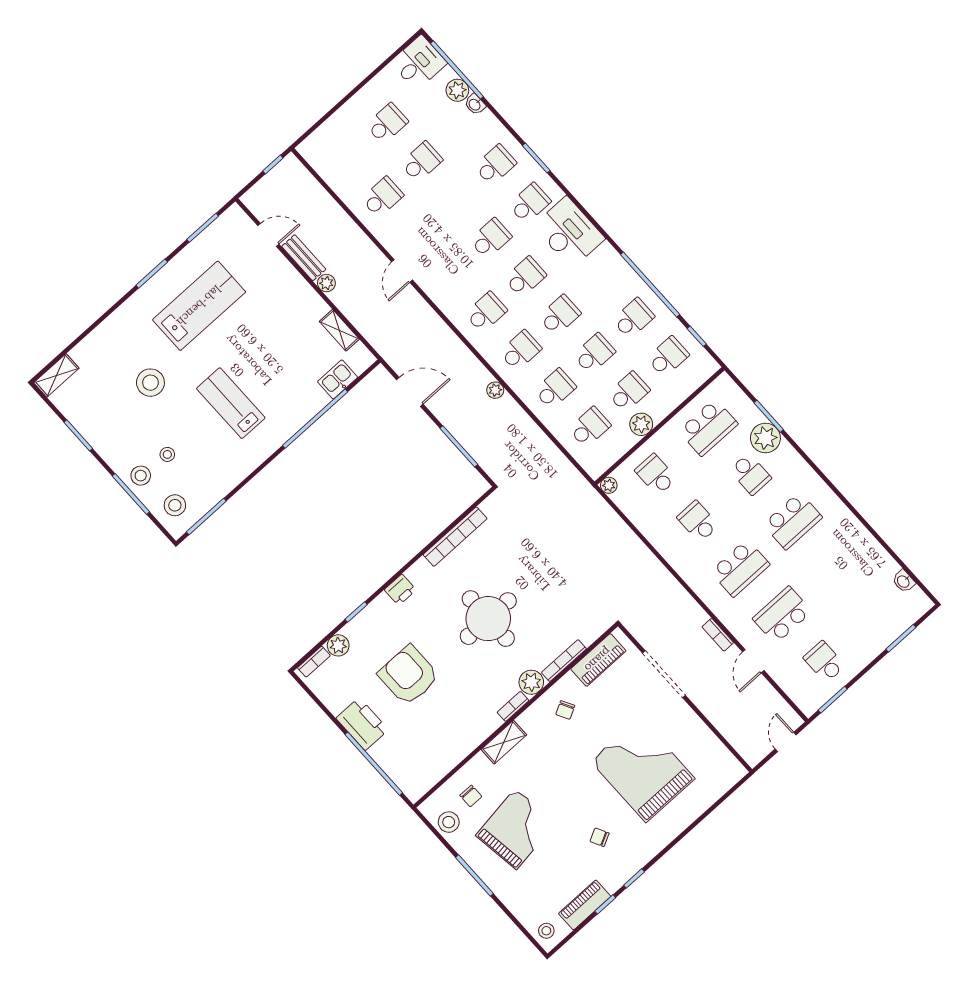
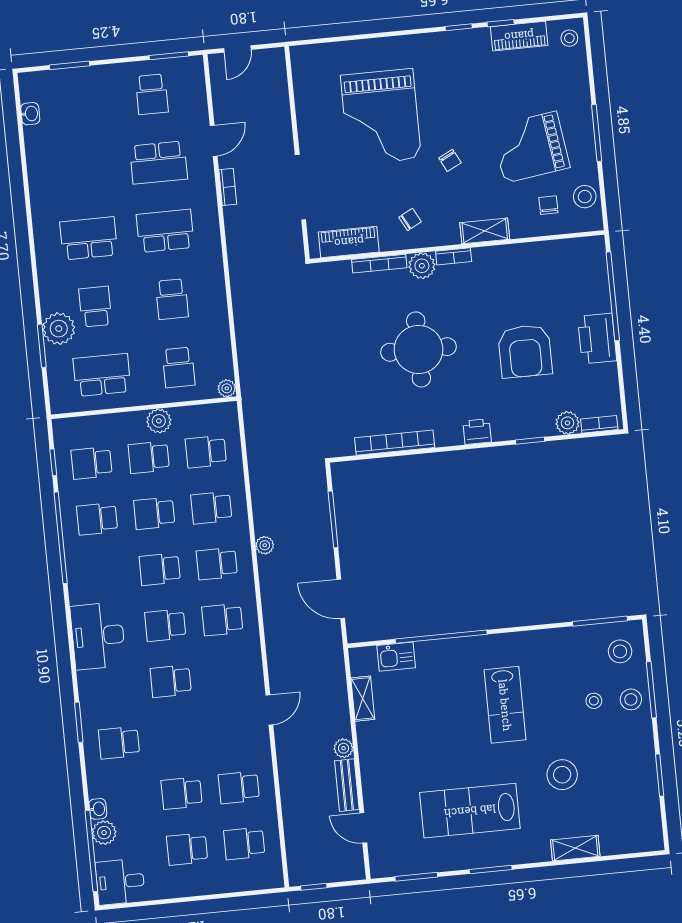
school desk: (530, 203) -> (244, 843), moved
shelving: (56, 375) -> (575, 848), moved
chair: (600, 837) -> (450, 160), moved

